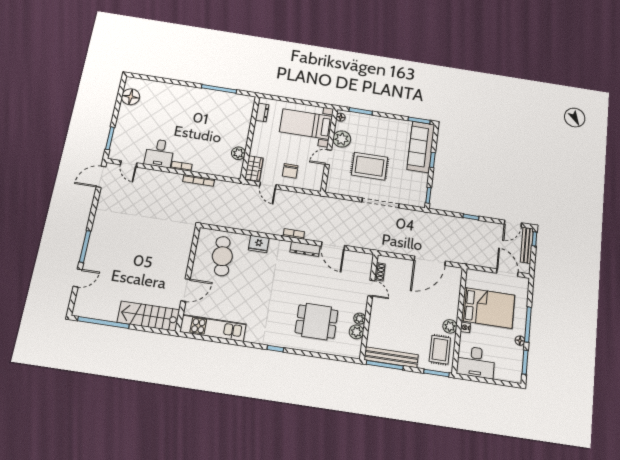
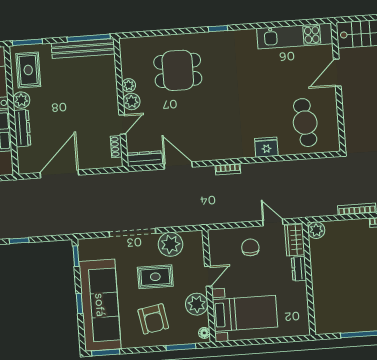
dresser: (262, 112) -> (299, 269), moved
armchair: (378, 136) -> (153, 319), added
sofa: (421, 147) -> (100, 305), width x1.36, depth x1.27
plant: (238, 153) -> (316, 230), moved
rug: (370, 166) -> (155, 277), width x0.73, depth x0.70
plant: (352, 187) -> (170, 244), added
dresser: (305, 249) -> (145, 159), moved
door: (371, 288) -> (122, 124), swing flipped
dresser: (453, 304) -> (22, 128), added
plant: (356, 332) -> (132, 101), moved

